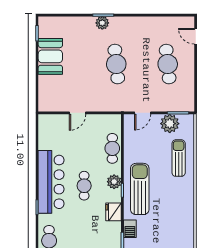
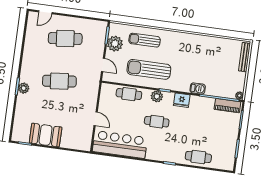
bar counter: (51, 182) -> (120, 145), moved
sun lounger: (140, 189) -> (149, 69), moved

